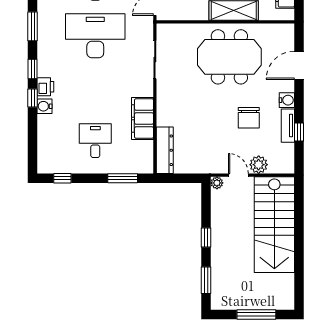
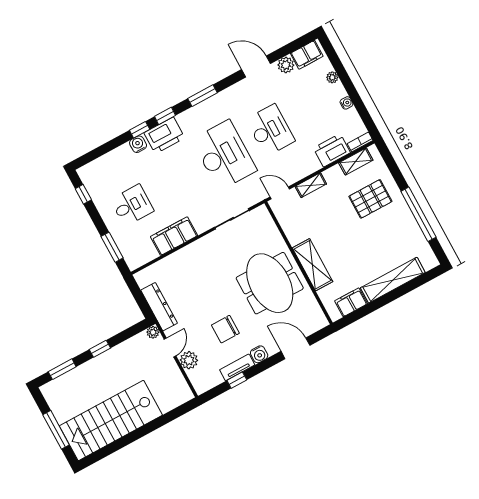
printer: (45, 87) -> (164, 135), width x1.87, depth x1.48
dresser: (165, 150) -> (159, 307), moved, turned -90
stairs: (274, 225) -> (111, 420), moved

